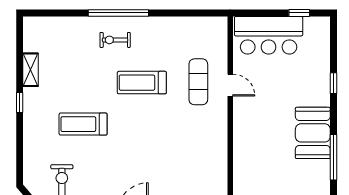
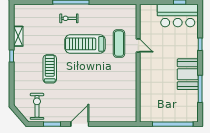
bar counter: (269, 35) -> (178, 16), moved
treadmill: (142, 83) -> (85, 44), width x1.37, depth x1.38
treadmill: (83, 124) -> (50, 69), turned 90

